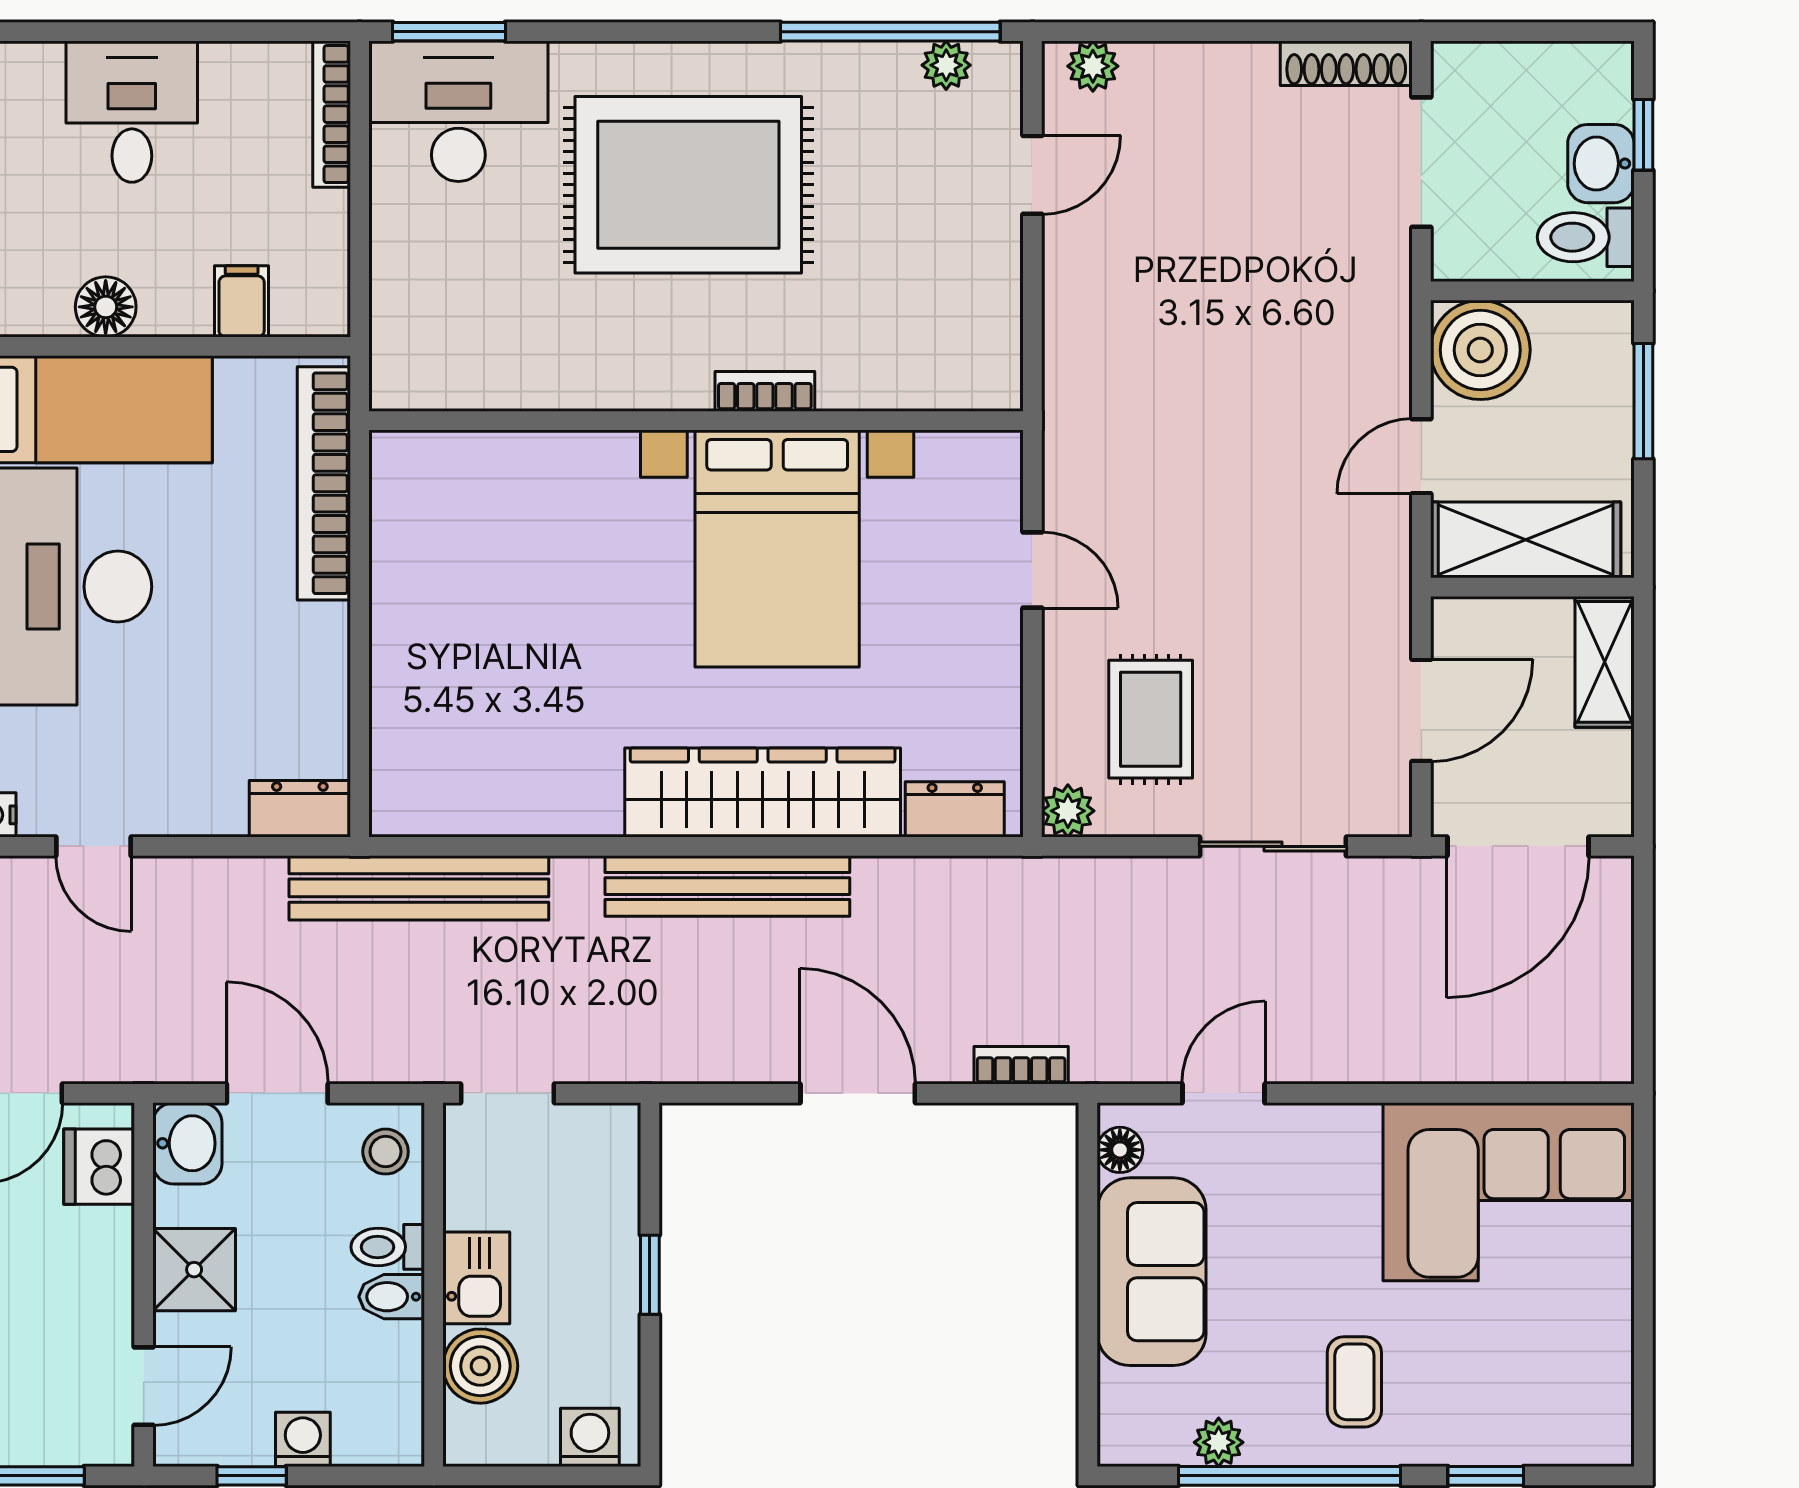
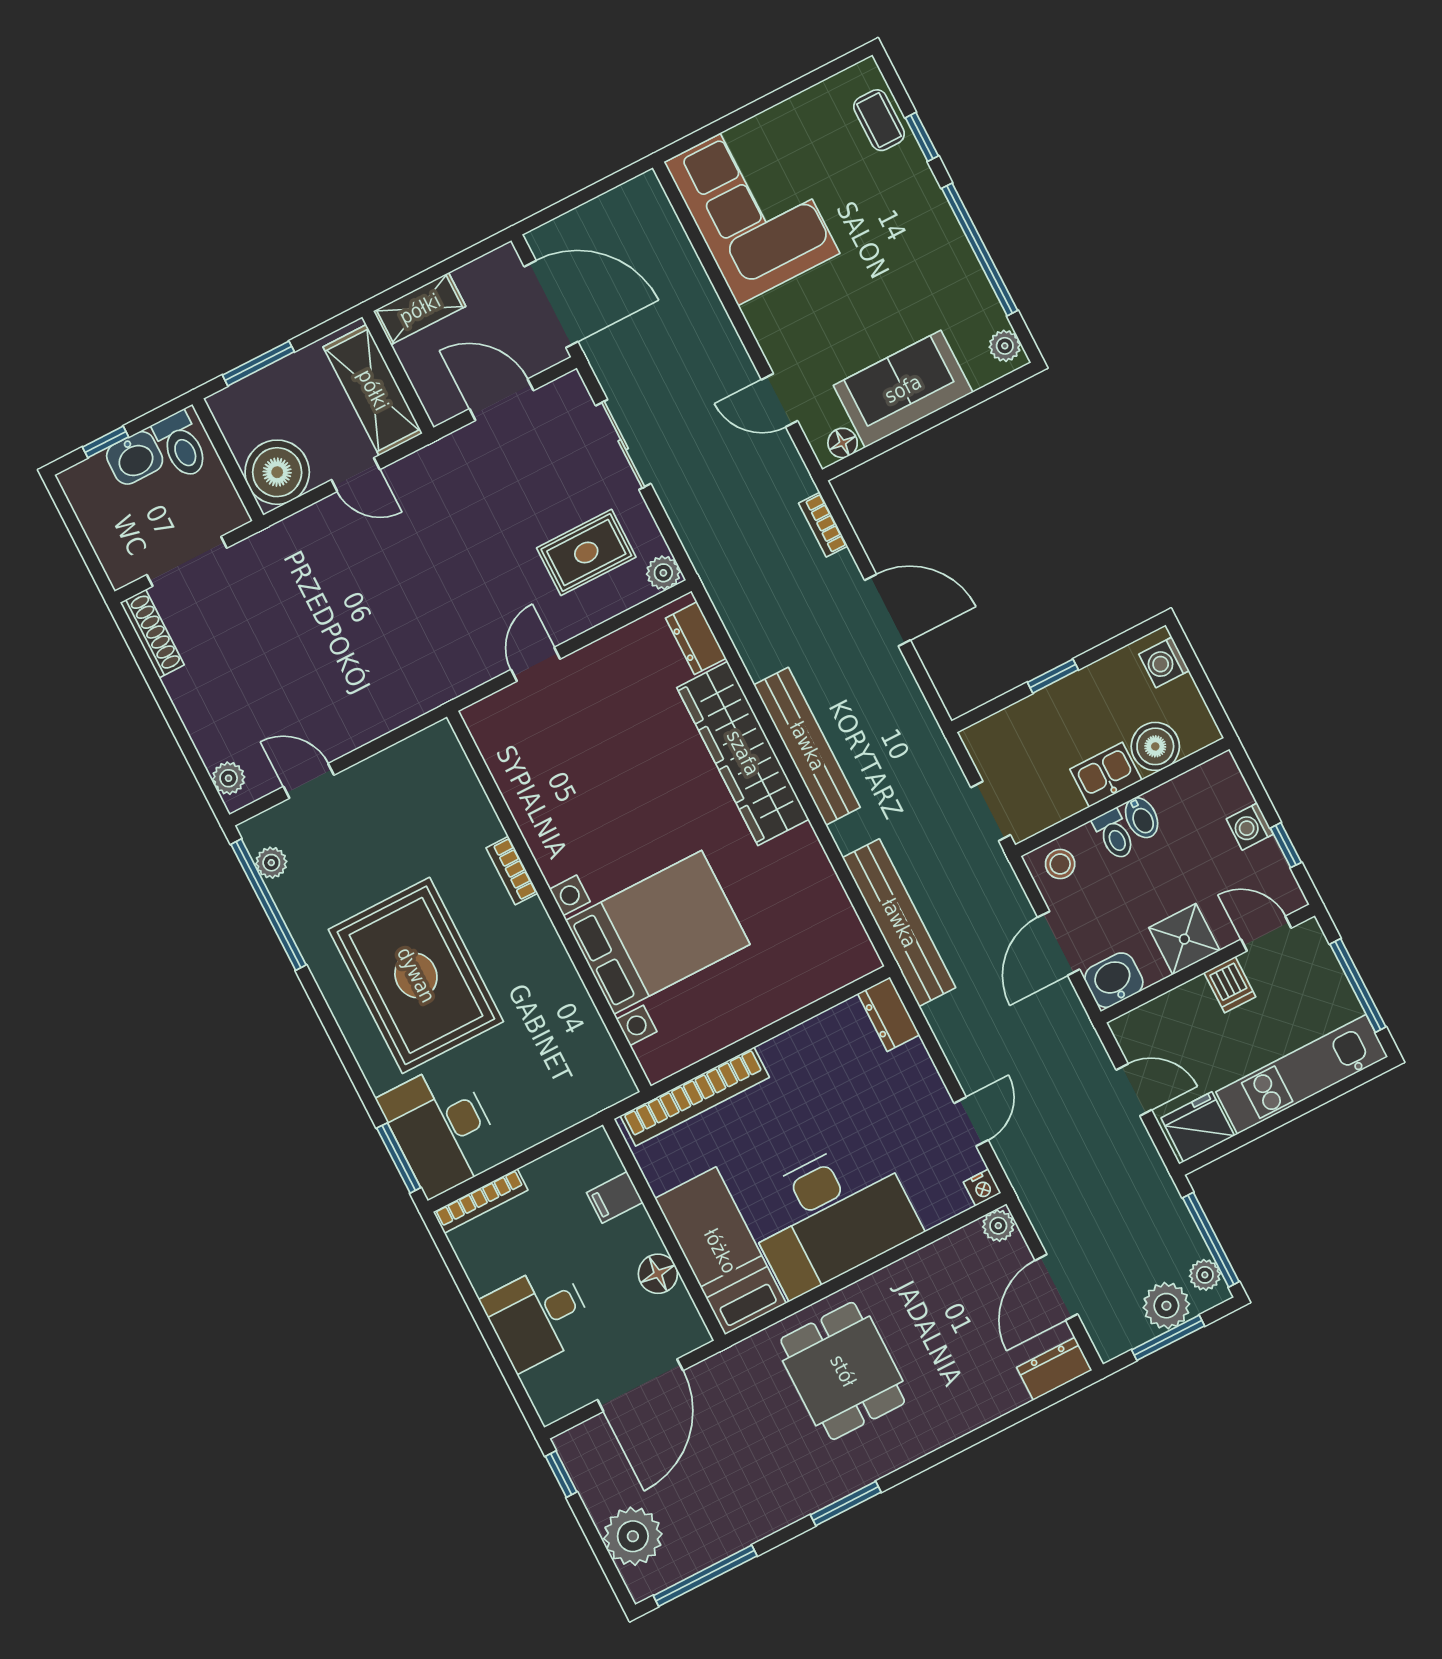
bed with nightstands: (777, 549) -> (658, 932), moved
door: (858, 1093) -> (887, 610), swing flipped
dishwasher: (99, 1167) -> (1230, 985), moved, width x0.73
coffee table: (1354, 1382) -> (879, 120), moved, turned 90
plant: (1219, 1442) -> (1005, 346), moved

